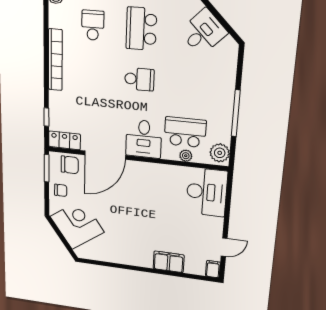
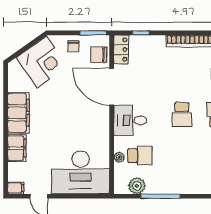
school desk: (185, 132) -> (140, 156), width x0.54
plant: (220, 153) -> (137, 186), moved
chair: (70, 165) -> (99, 55), turned 90
desk: (207, 192) -> (81, 172), width x1.36, depth x1.30
filing cabinet: (130, 255) -> (18, 113), added

